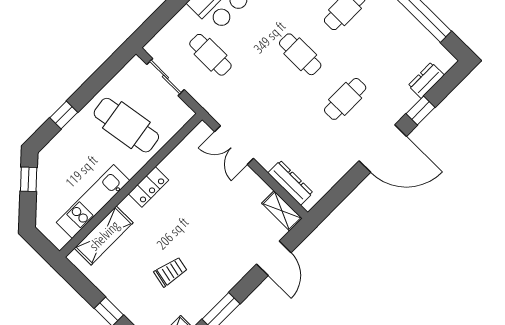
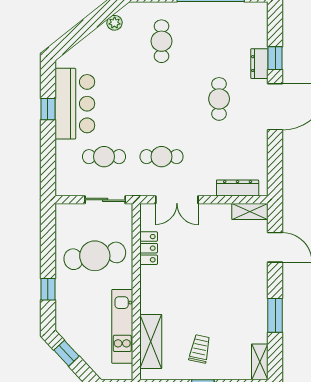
cafe table: (300, 54) -> (162, 157), moved
sliding door: (165, 77) -> (105, 200), moved
dresser: (426, 80) -> (259, 64), moved
locker: (149, 187) -> (149, 248), moved
trolley: (171, 272) -> (200, 349), moved

